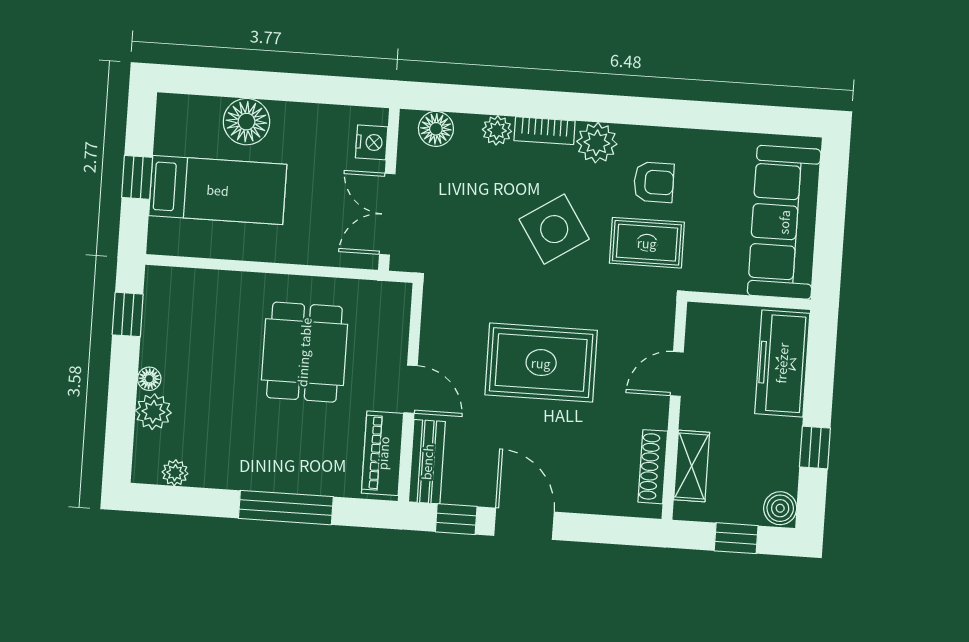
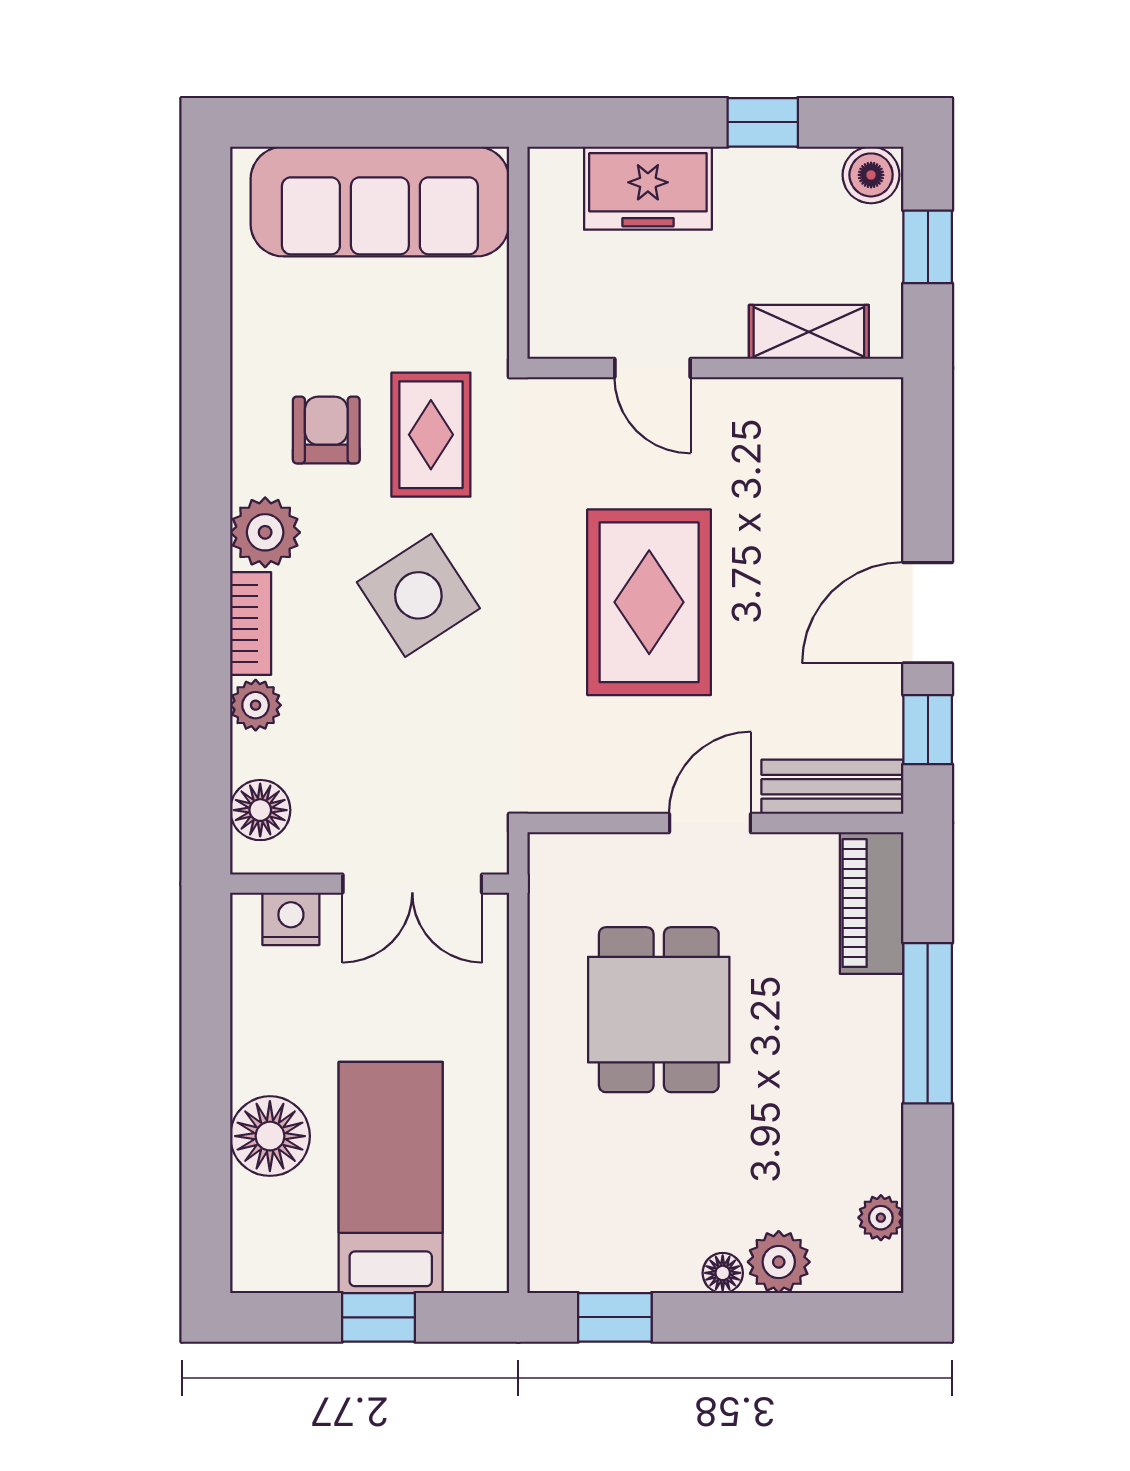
dining table: (304, 352) -> (659, 1010), turned 90
freezer: (782, 363) -> (648, 188), width x0.71
piano: (383, 453) -> (872, 903), moved, turned 90
shoe rack: (653, 467) -> (815, 398), removed

